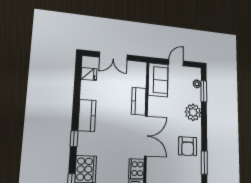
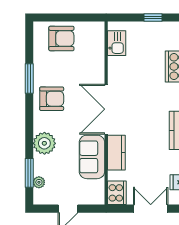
sofa: (158, 80) -> (92, 157), moved
armchair: (188, 146) -> (52, 99), turned 90
cooker: (136, 169) -> (117, 193), moved

